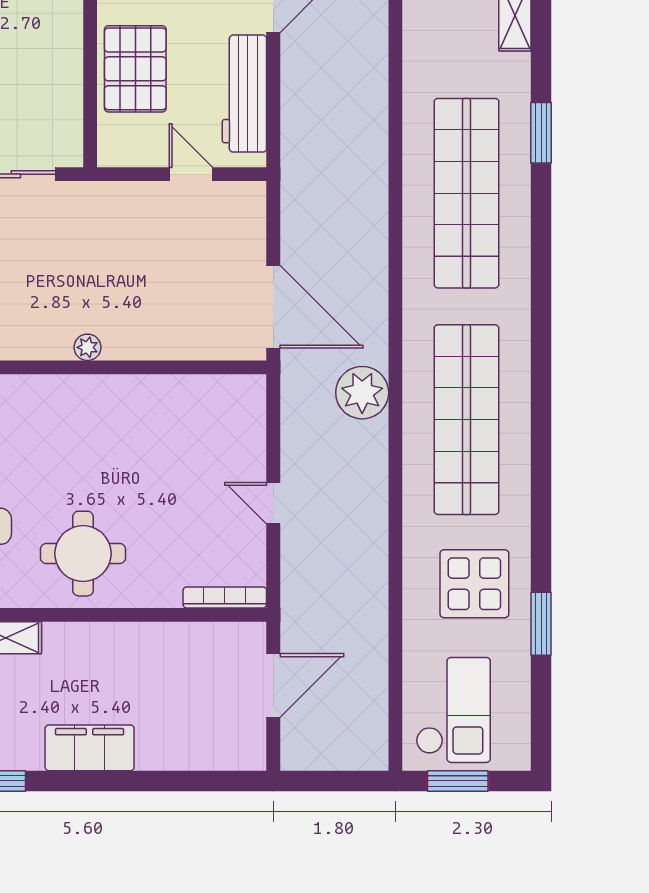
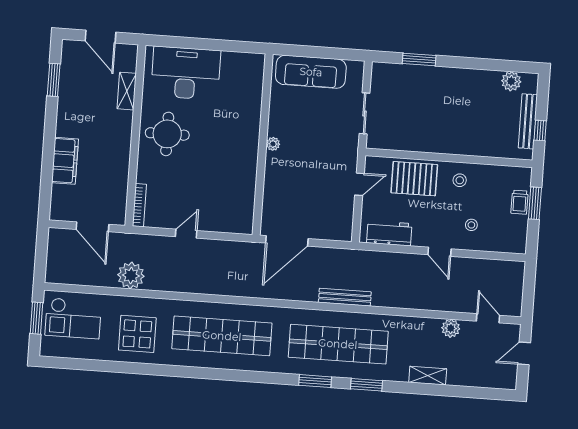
workbench: (244, 94) -> (389, 233), width x0.73
door: (191, 174) -> (359, 184), moved
bench: (374, 187) -> (345, 297), added
plant: (362, 393) -> (131, 276), moved
window: (541, 624) -> (315, 381), moved
filing cabinet: (90, 748) -> (65, 161), moved

